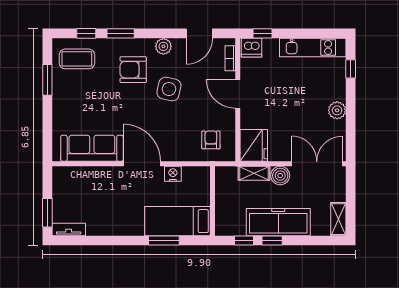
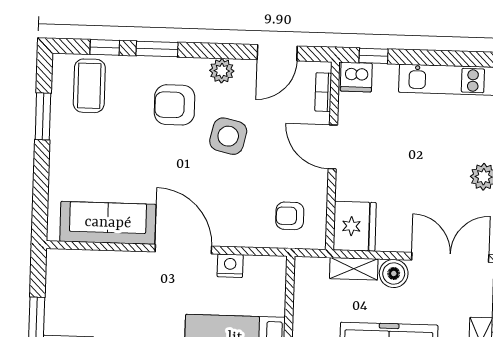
coffee table: (77, 59) -> (89, 86), turned 90
armchair: (211, 140) -> (290, 216), turned -90

